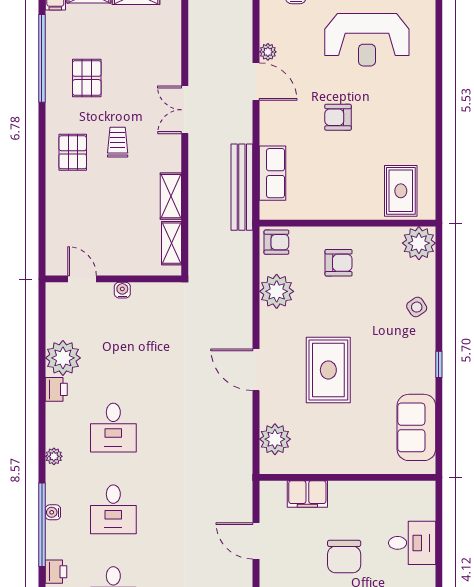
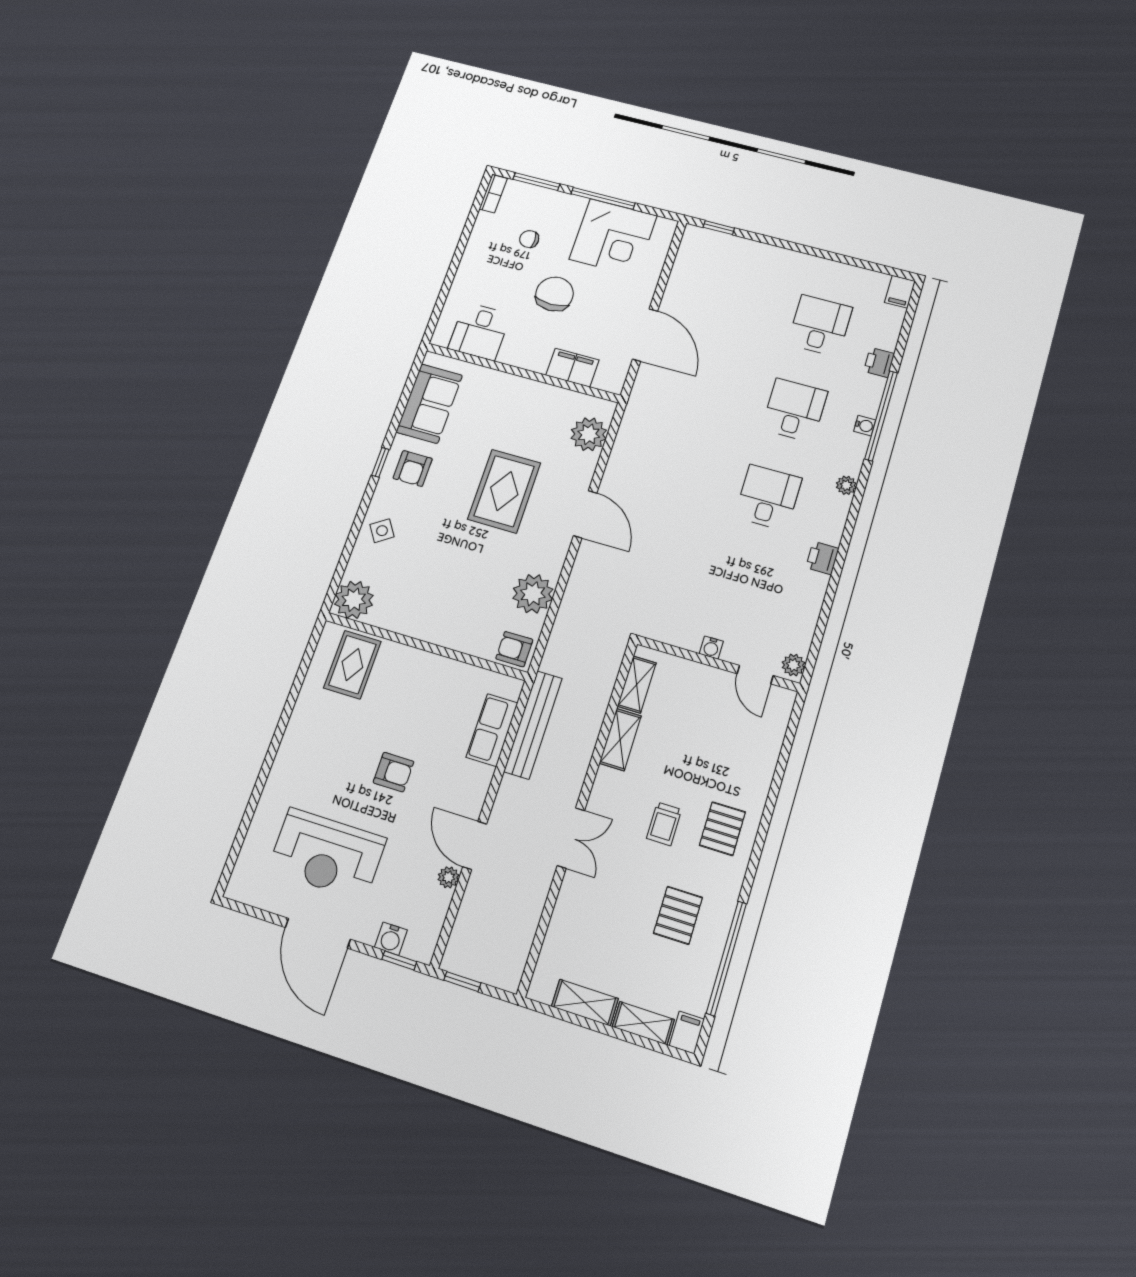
reception desk: (367, 40) -> (327, 854), turned 180
armchair: (339, 263) -> (413, 468), moved, turned -90
plant: (63, 358) -> (793, 665), moved, width x0.53, depth x0.53
door: (256, 541) -> (645, 335), width x1.36
desk: (412, 543) -> (480, 331), moved, turned -90

